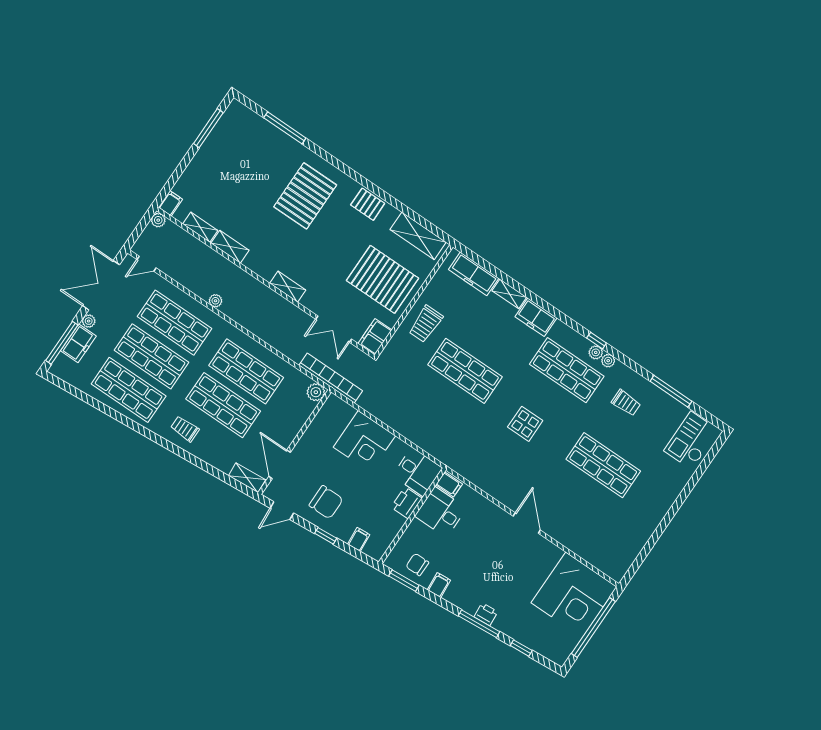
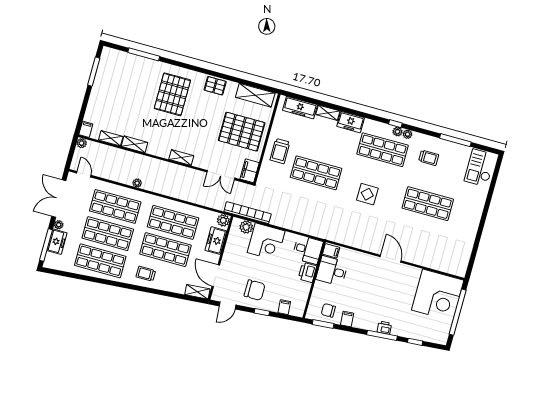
door: (147, 264) -> (84, 174), swing flipped
bookcase: (331, 378) -> (248, 213), moved
plant: (344, 412) -> (246, 227), added
freezer: (296, 416) -> (216, 241), added

